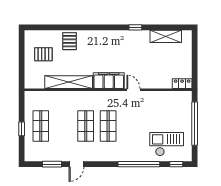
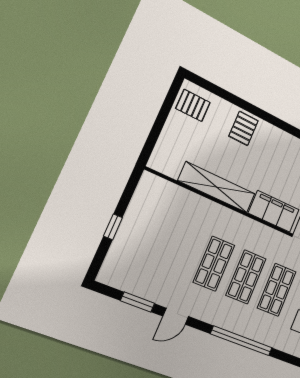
pallet: (43, 54) -> (193, 105), moved
shop shelf: (41, 126) -> (277, 290), moved
window: (139, 164) -> (242, 341), moved

